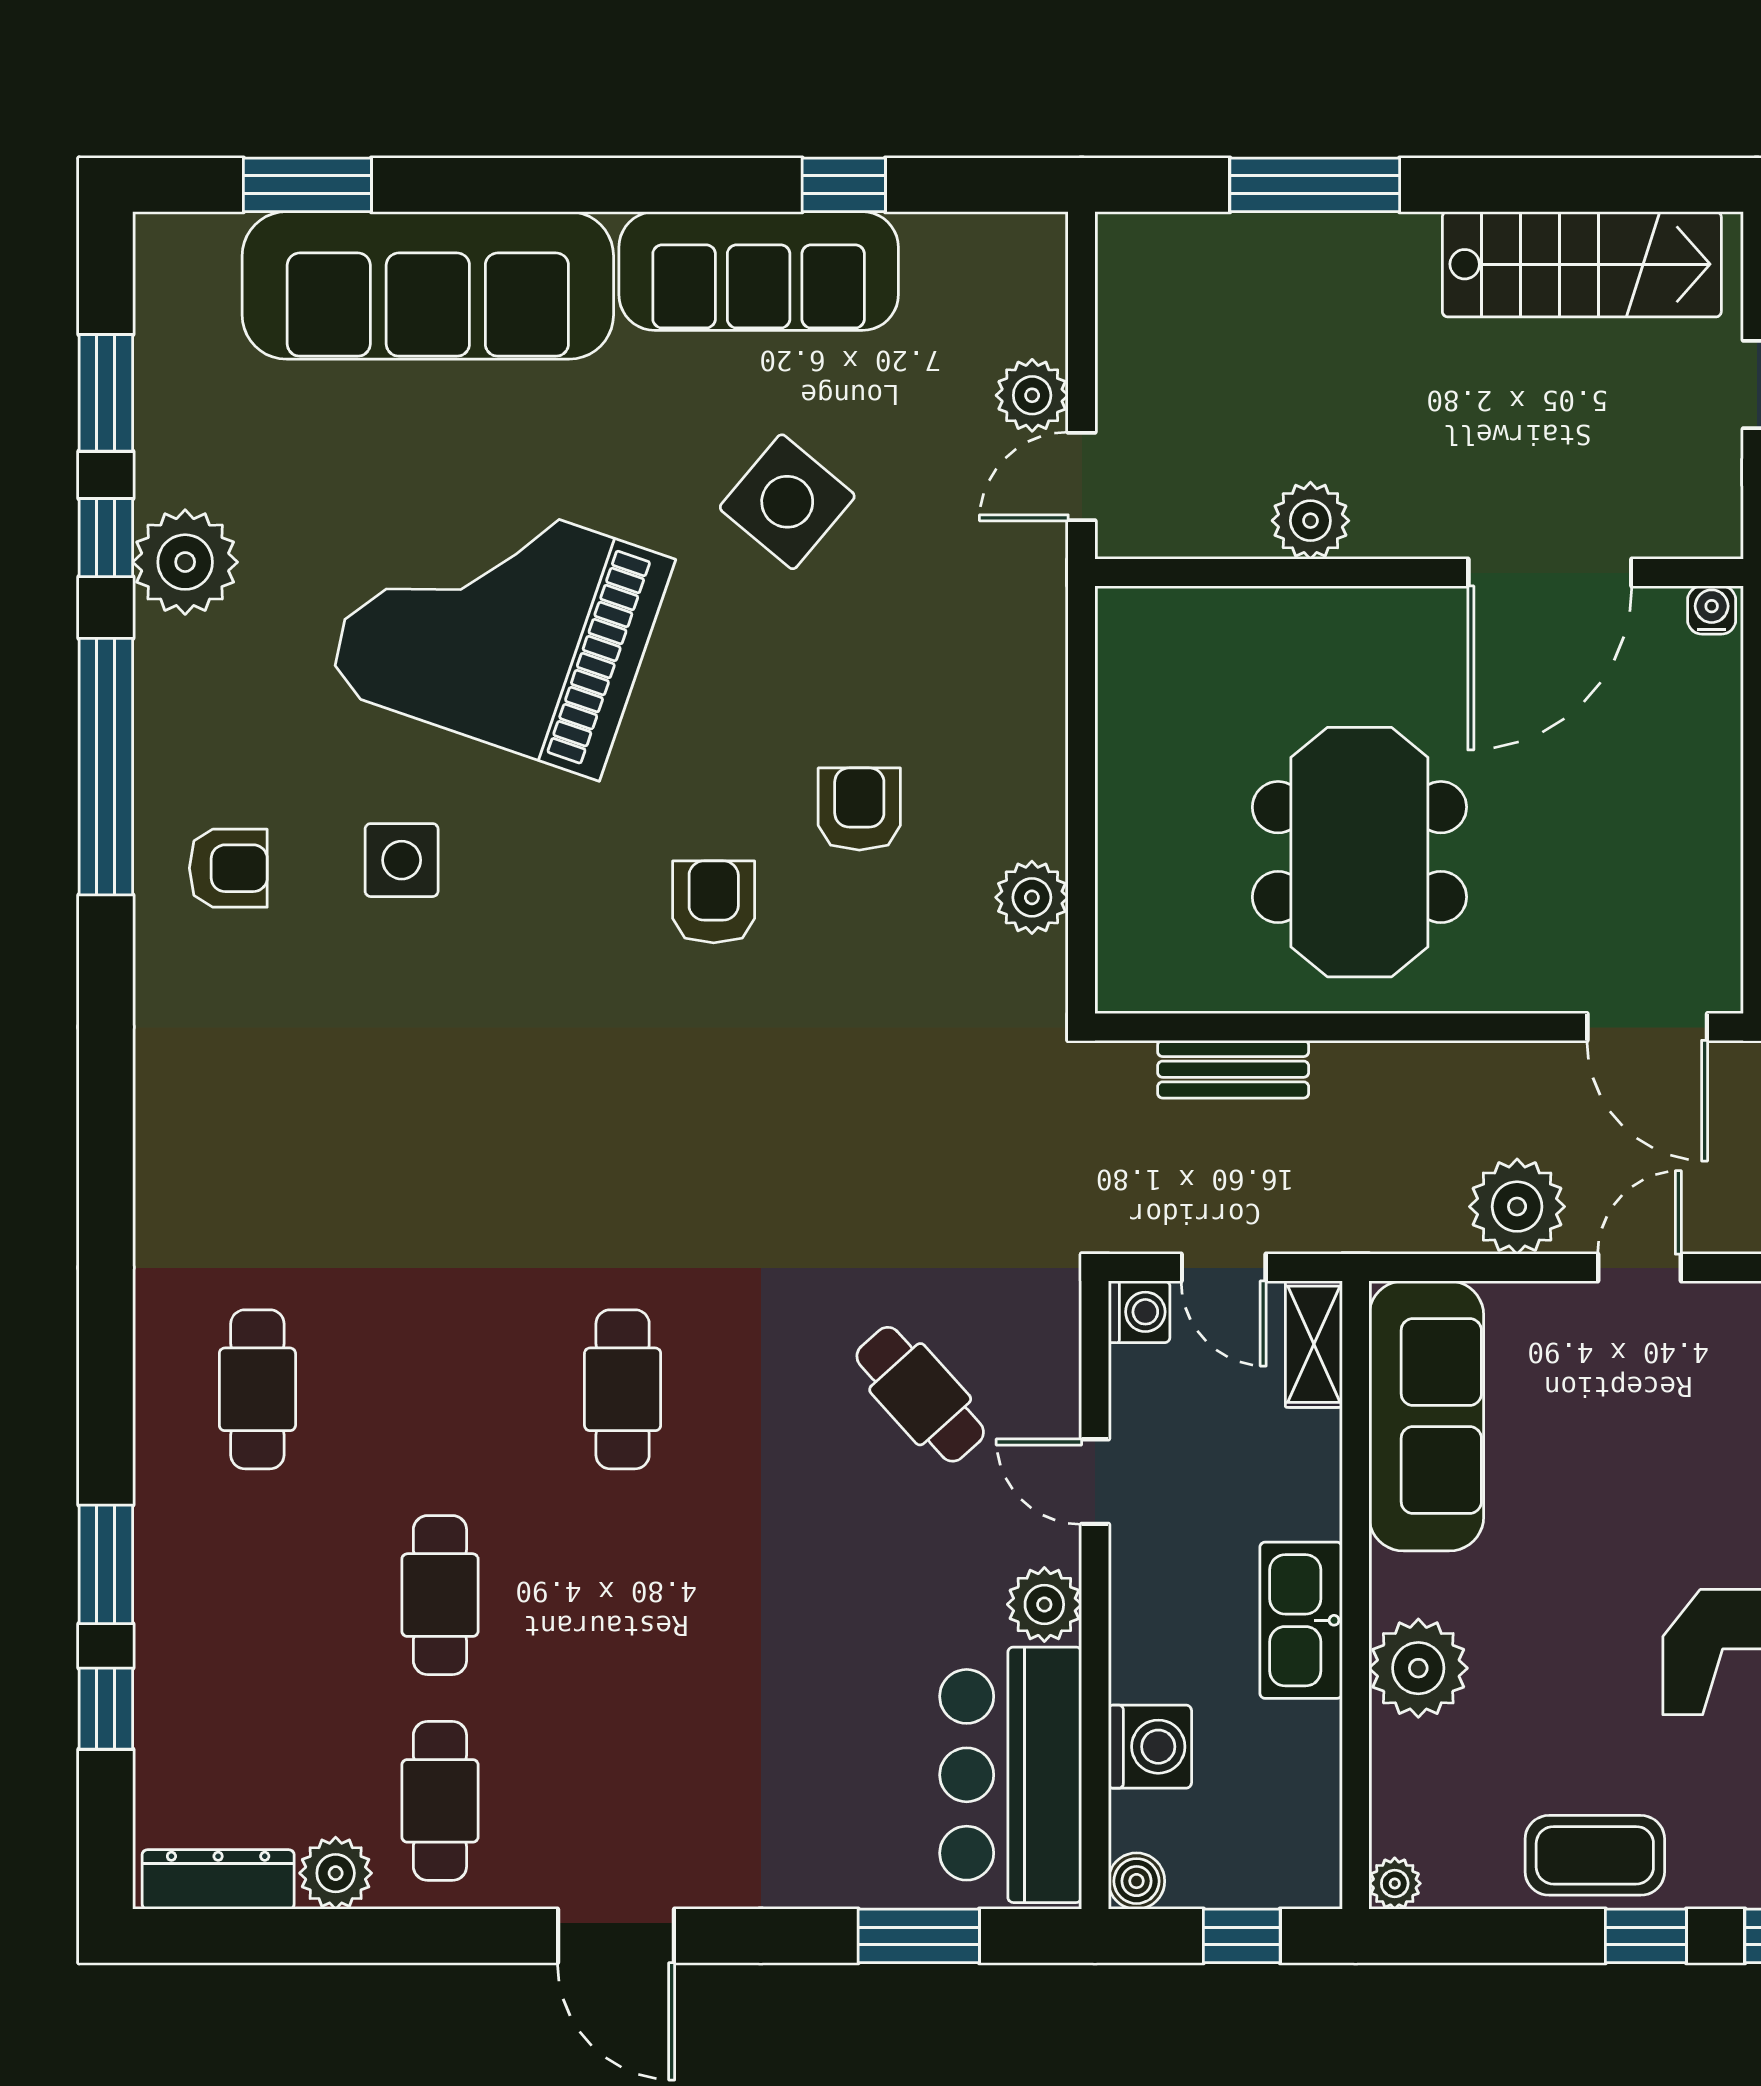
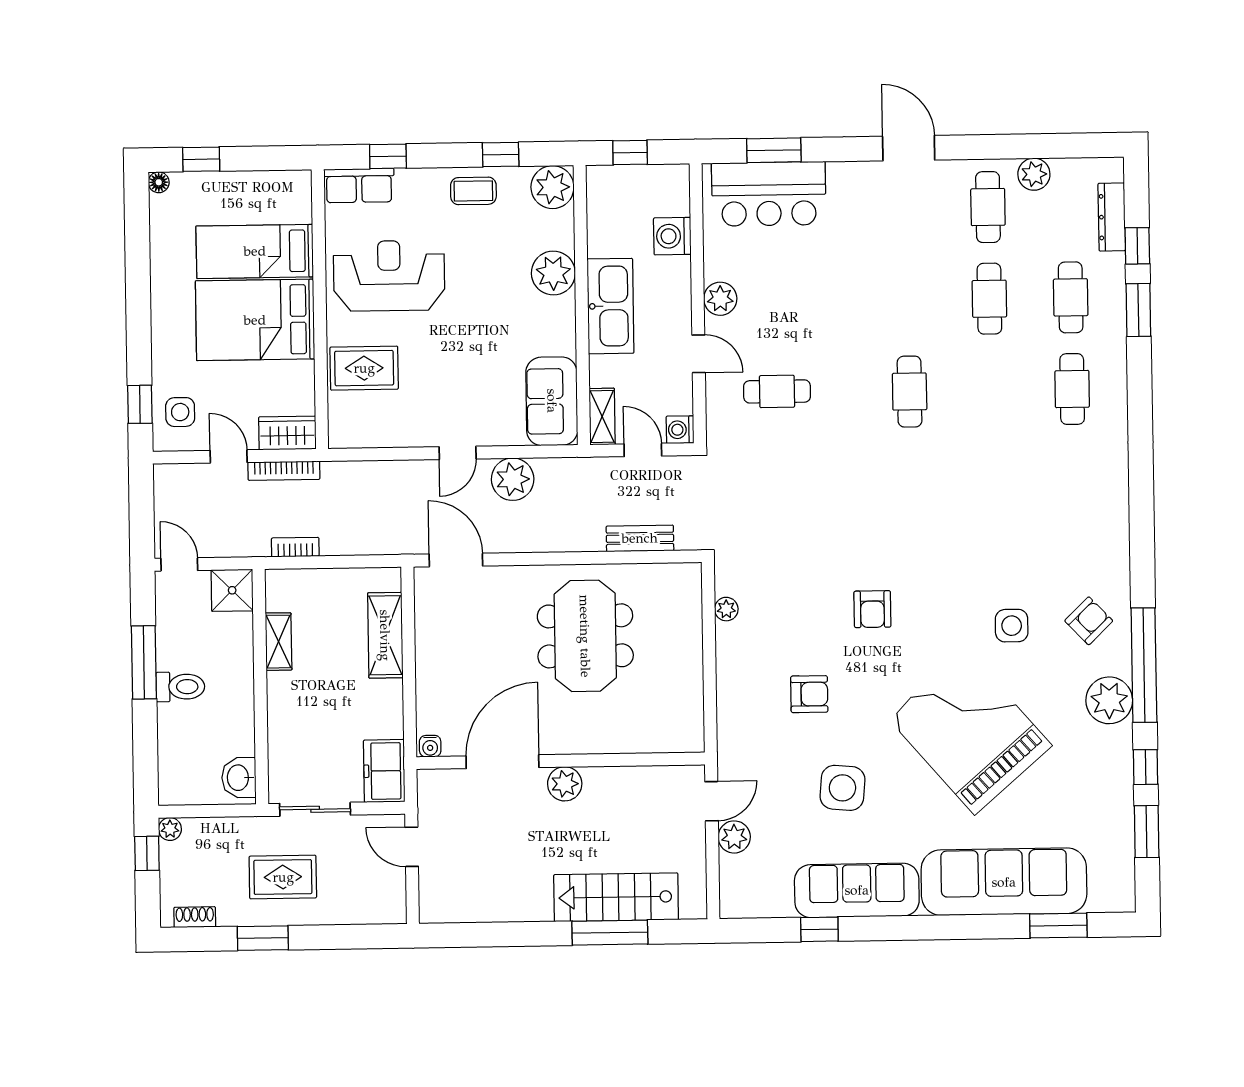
stairs: (1582, 264) -> (616, 897), moved
side table: (787, 502) -> (842, 788), turned -35
plant: (1310, 521) -> (565, 784), moved
plant: (185, 562) -> (1109, 700), moved
grand piano: (499, 623) -> (970, 732), turned -150
armchair: (859, 809) -> (809, 694), moved, turned -90
armchair: (228, 868) -> (1089, 621), turned 136
plant: (1032, 897) -> (726, 609), width x0.73, depth x0.73
cafe table: (920, 1394) -> (777, 391), turned -48
sofa: (1426, 1416) -> (552, 401), width x0.73
cafe table: (257, 1595) -> (1071, 297), added
kitchen sink: (1301, 1620) -> (610, 306), width x1.36, depth x1.24
bar counter: (1011, 1775) -> (769, 194), moved, turned 90
coffee table: (1595, 1855) -> (473, 191), width x0.73, depth x0.77
dresser: (218, 1879) -> (1112, 217), moved, turned 90
boiler: (1137, 1881) -> (677, 176), removed
plant: (1395, 1883) -> (552, 187), width x1.88, depth x1.88
window: (1646, 1936) -> (501, 155), moved

